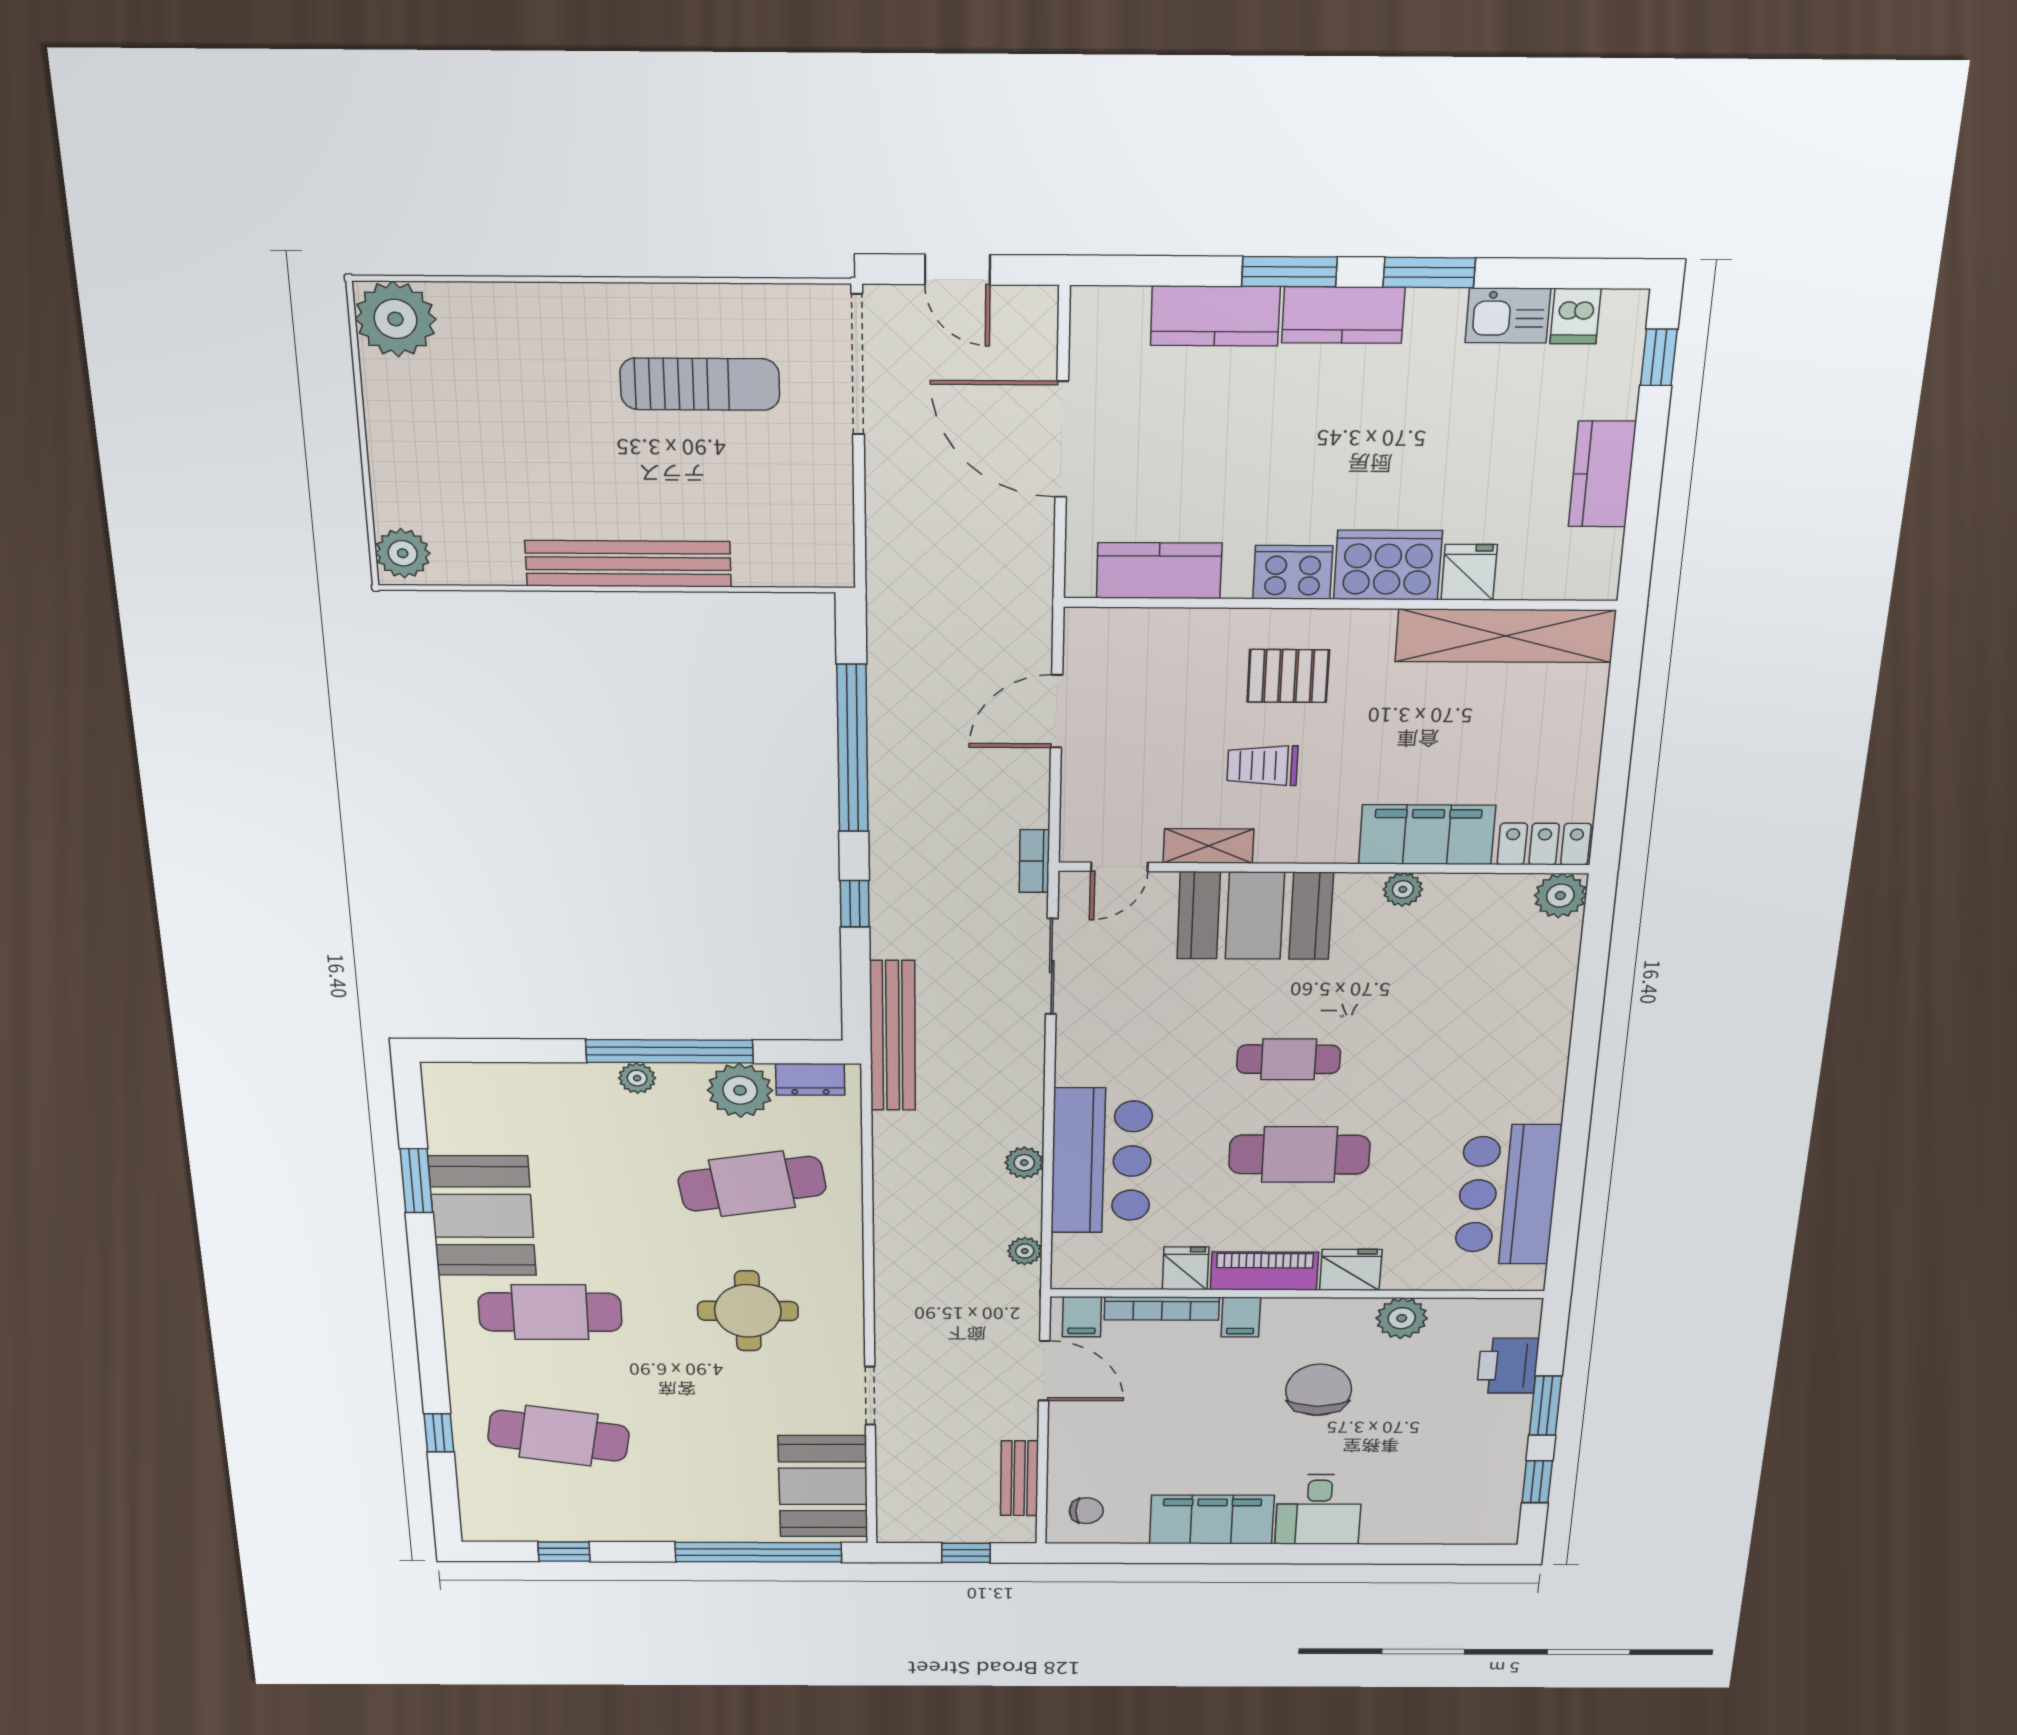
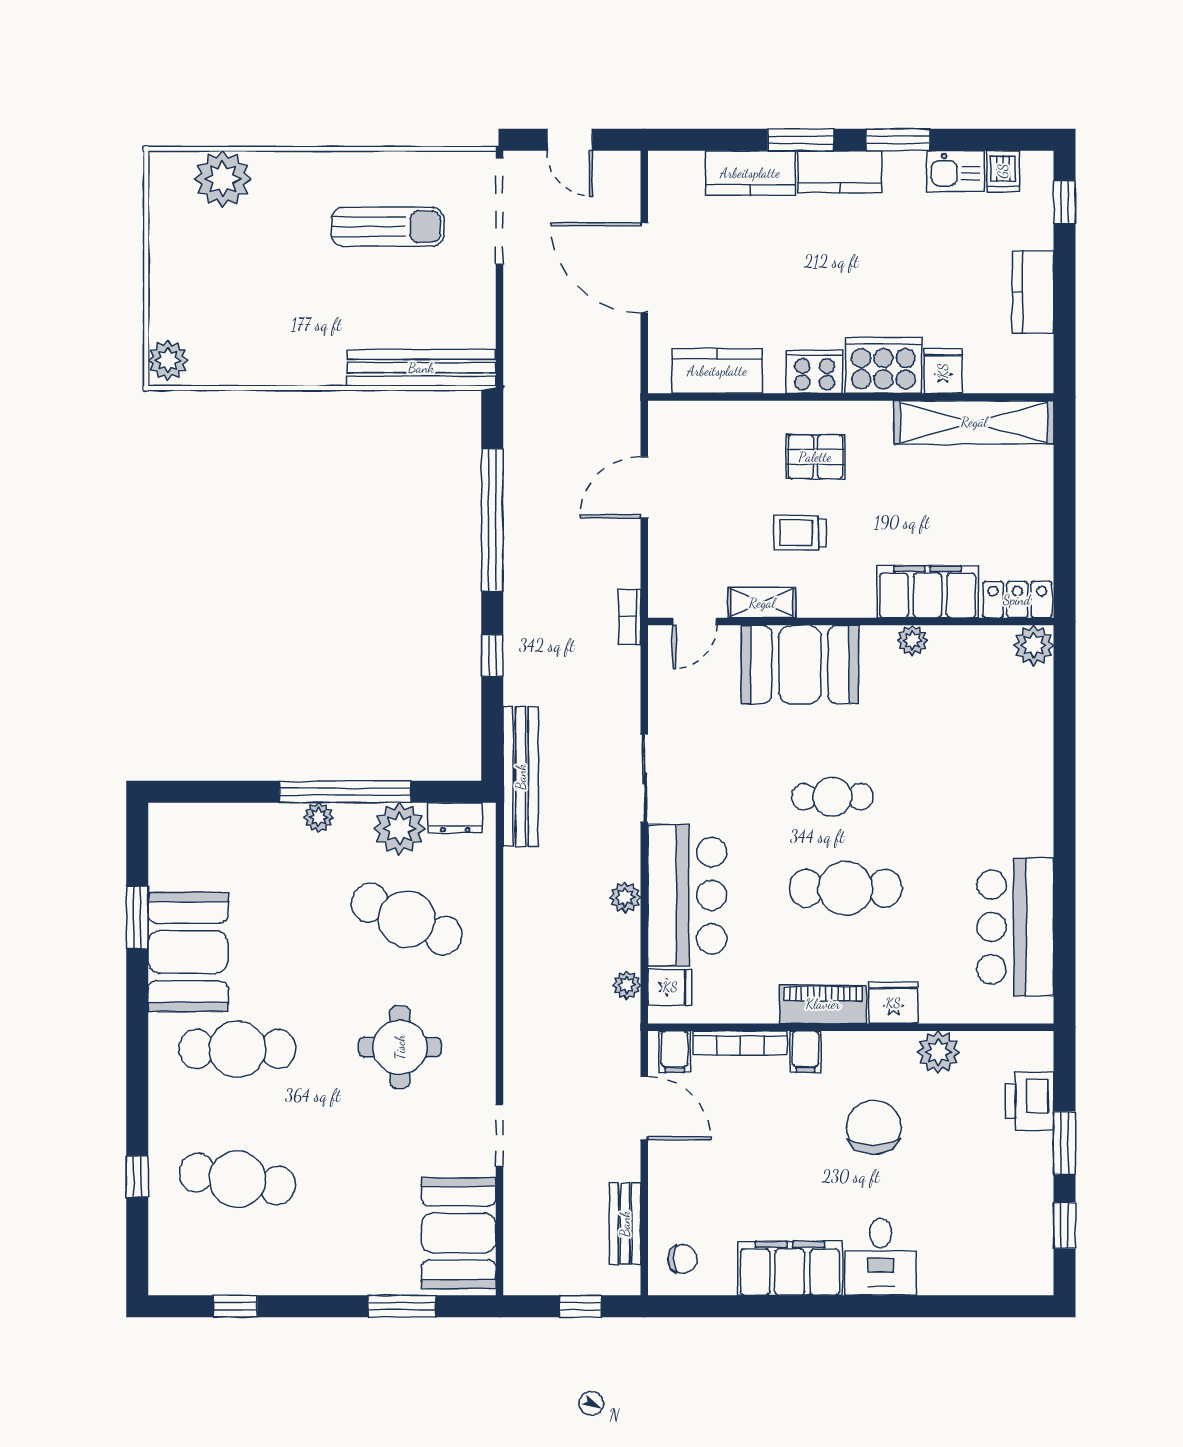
plant: (395, 319) -> (223, 179), moved
bench: (628, 564) -> (421, 368), moved
sliding door: (1052, 967) -> (644, 778), moved
cafe table: (752, 1184) -> (407, 919), turned 33
fridge: (1186, 1268) -> (670, 987), moved, turned 90
window: (758, 1552) -> (402, 1306), width x0.47

